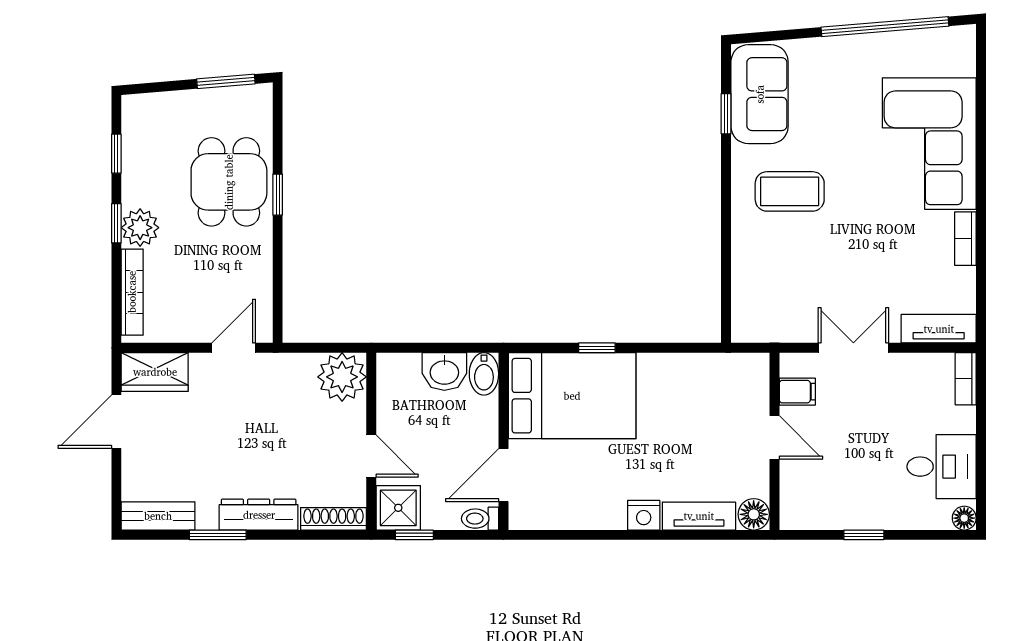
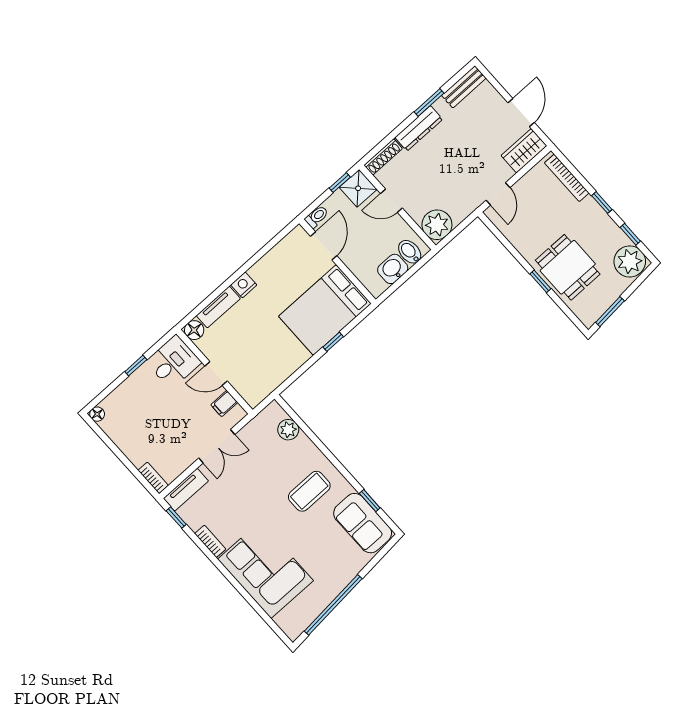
plant: (140, 228) -> (630, 261), moved, width x1.36, depth x1.36
plant: (748, 290) -> (288, 430), added
window: (981, 305) -> (176, 518), added
bidet: (484, 374) -> (410, 252), moved
desk: (942, 467) -> (173, 362), moved, turned 180

